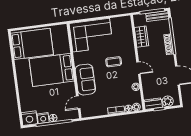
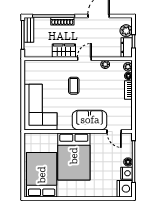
wardrobe: (141, 37) -> (64, 51), moved

